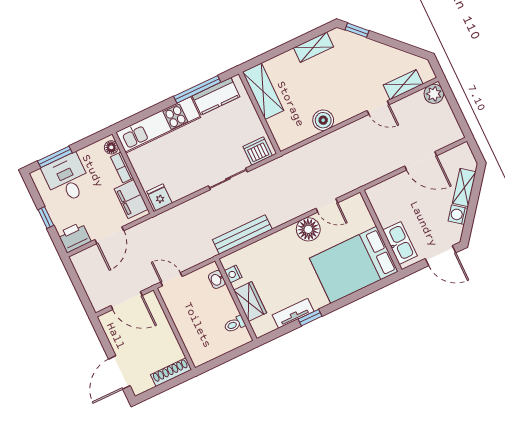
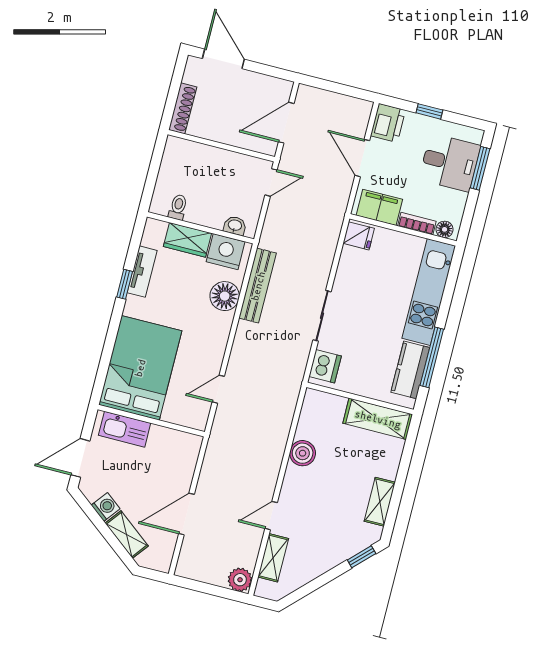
floor lamp: (308, 229) -> (225, 296), moved
nightstand: (233, 274) -> (226, 252), width x1.89, depth x1.79

